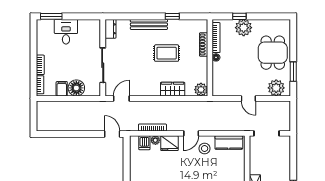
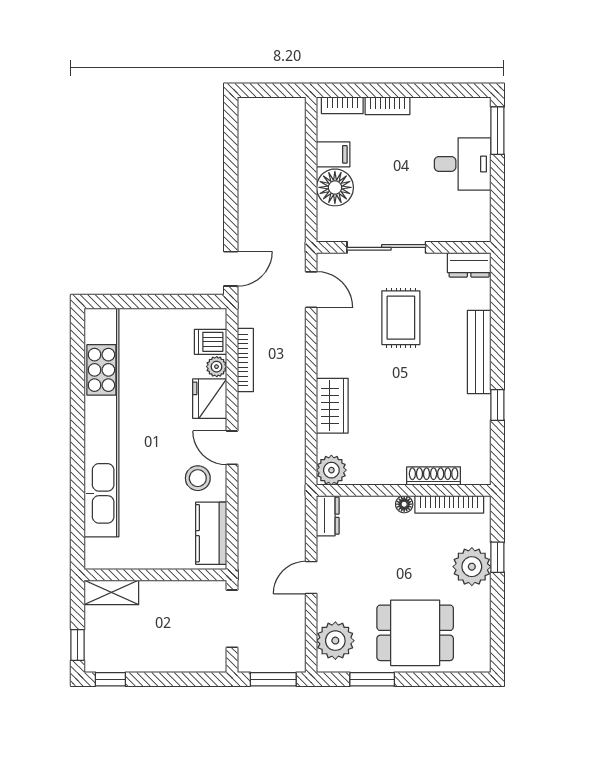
rug: (167, 53) -> (401, 318), moved
dresser: (221, 91) -> (328, 516), added
window: (293, 115) -> (273, 679), added

